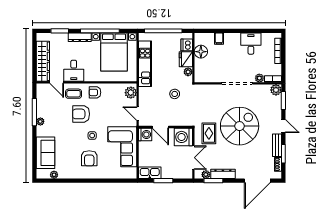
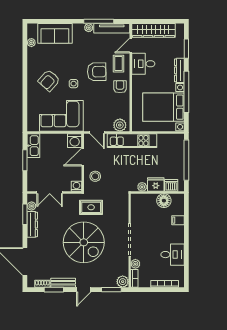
kitchen unit: (145, 64) -> (132, 141), moved
stool: (175, 94) -> (95, 176), moved
tv unit: (41, 100) -> (112, 28), added
armchair: (81, 114) -> (97, 72), turned 89
door: (138, 114) -> (97, 133), swing flipped
rug: (209, 133) -> (91, 207), moved
washing machine: (183, 137) -> (77, 186), width x0.53, depth x0.53
armchair: (89, 158) -> (49, 80), turned -48

